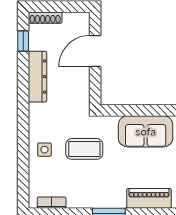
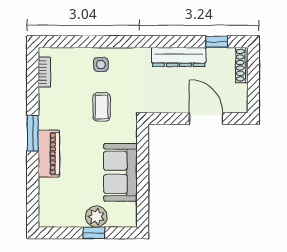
coffee table: (84, 149) -> (102, 107), width x0.73, depth x0.77
piano: (149, 198) -> (49, 154), moved

